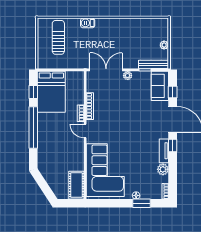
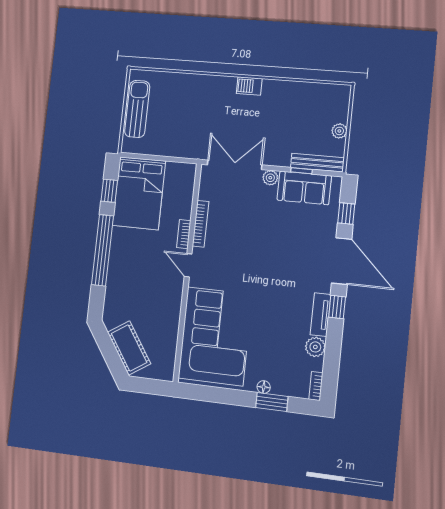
barbecue: (88, 23) -> (249, 86), moved
sun lounger: (58, 37) -> (137, 109), moved
sofa: (160, 86) -> (304, 188), moved, turned -90
cot: (76, 185) -> (129, 348), moved, turned -33

